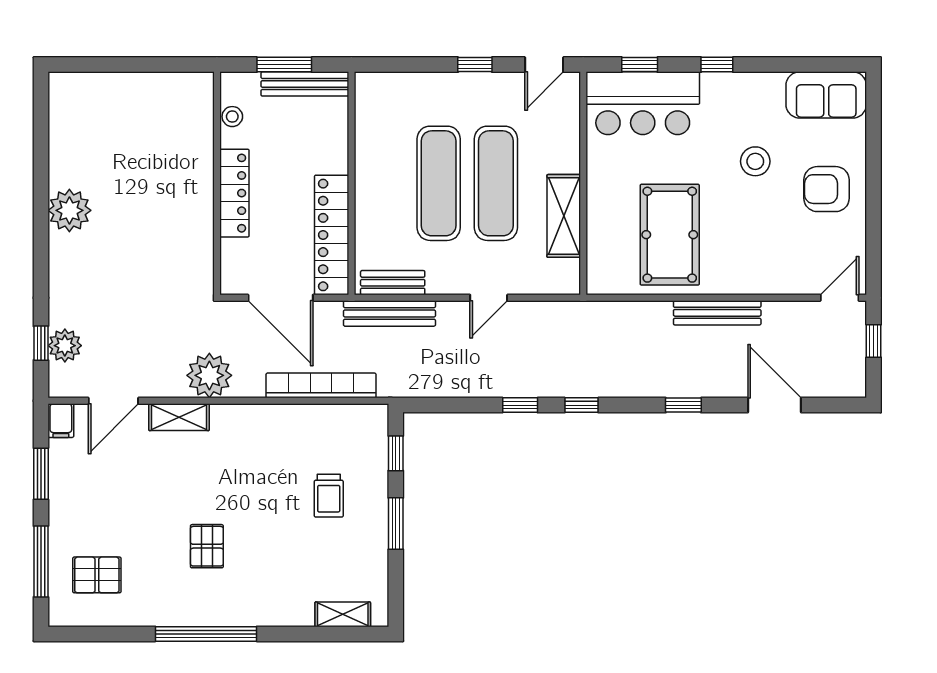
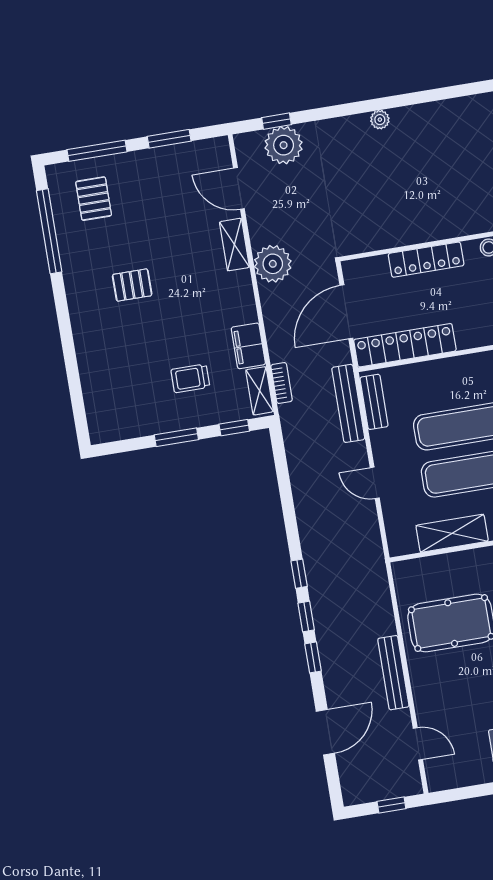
plant: (69, 210) -> (380, 120), width x0.53, depth x0.53
door: (840, 298) -> (418, 744), moved
plant: (65, 346) -> (284, 145), width x1.36, depth x1.36
bookcase: (321, 385) -> (282, 383), width x0.43, depth x0.76
window: (520, 405) -> (306, 617), moved
filing cabinet: (61, 421) -> (248, 346), moved, width x2.00
shelving: (343, 614) -> (260, 391), moved
window: (206, 634) -> (49, 231), moved

